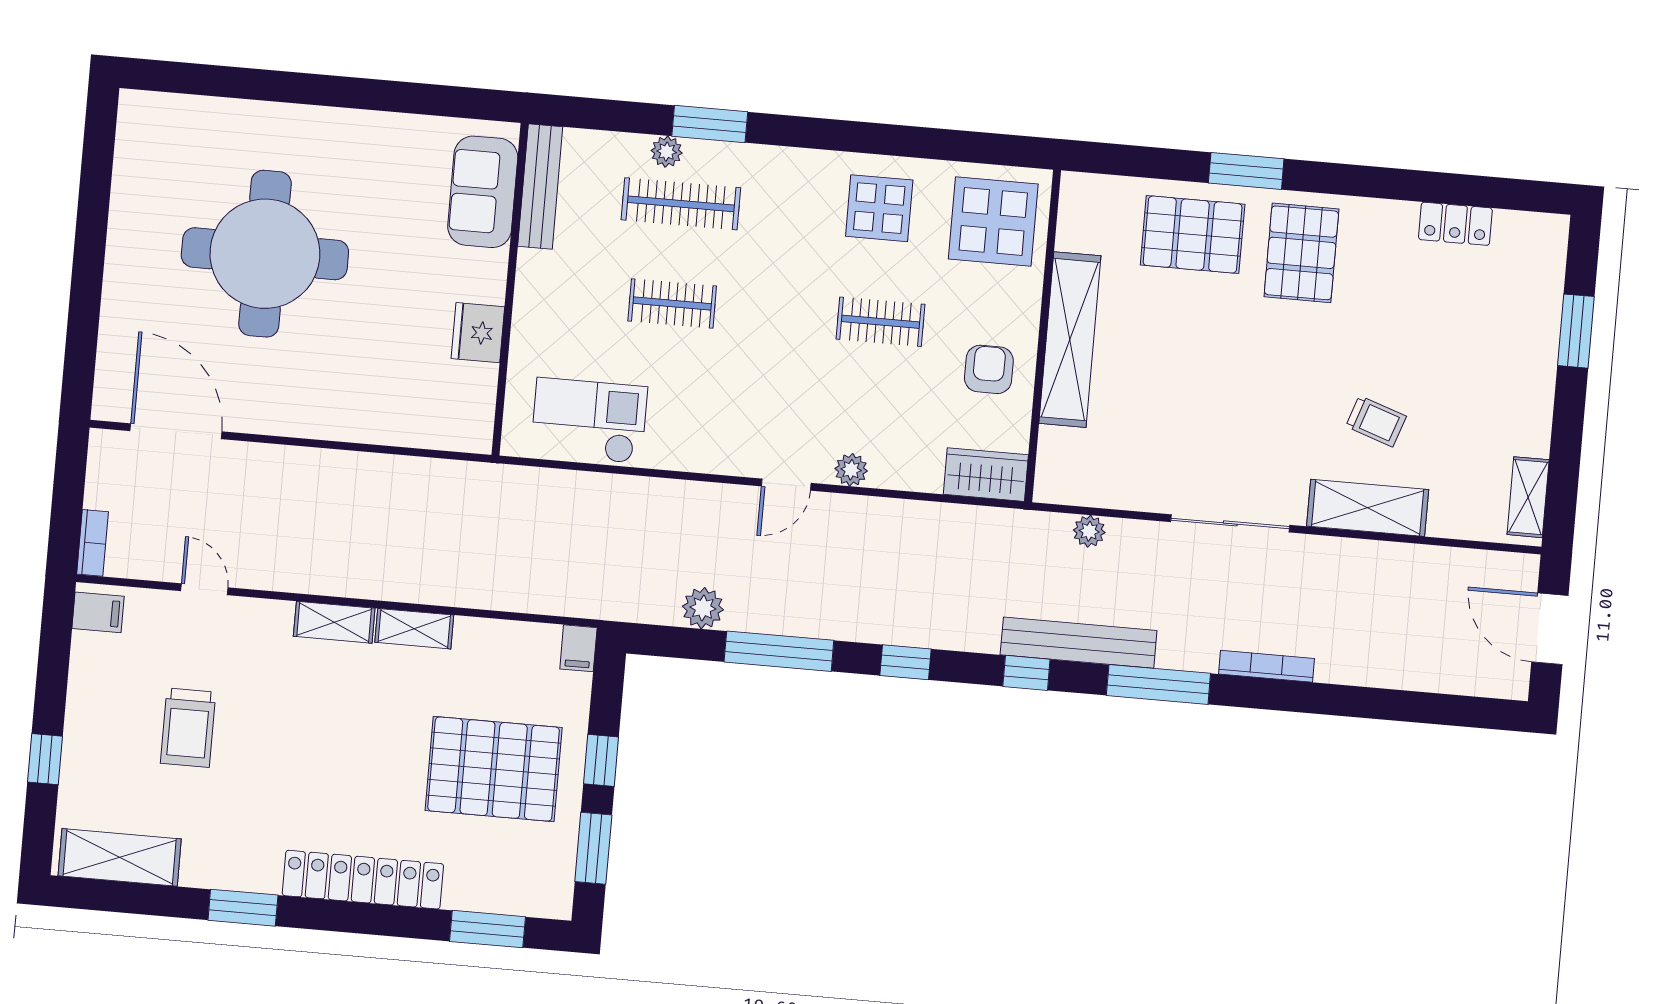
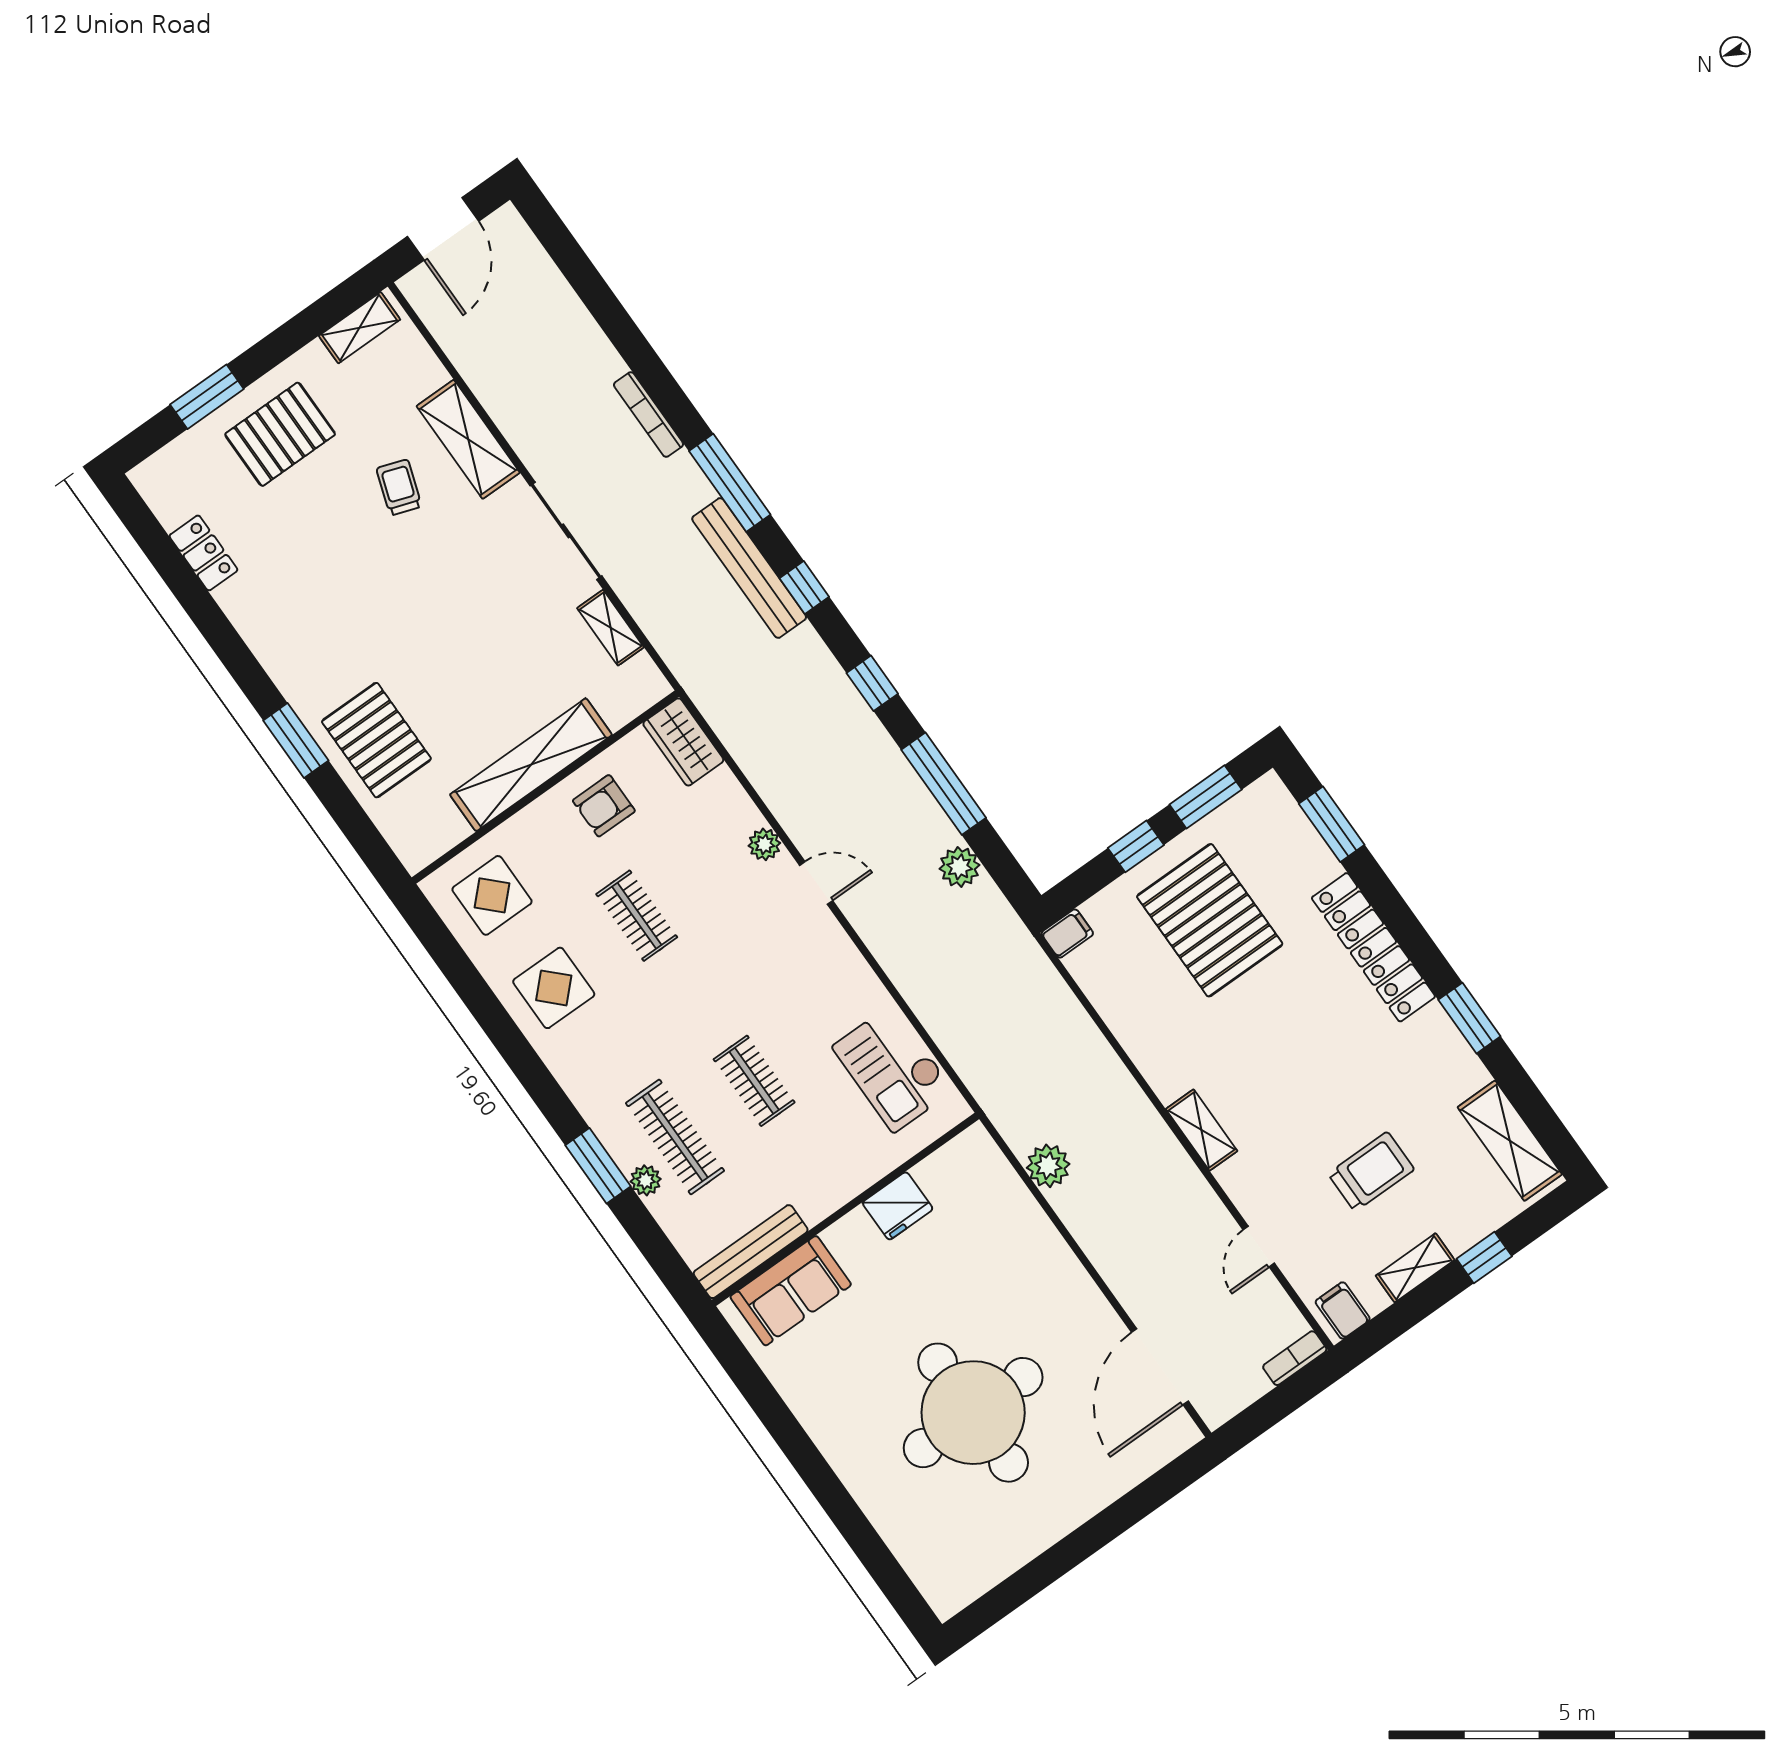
display table: (993, 222) -> (492, 895), width x0.73, depth x0.73
pallet: (1301, 253) -> (280, 434), moved
shelving: (1124, 494) -> (611, 628), added
plant: (1089, 531) -> (1048, 1166), moved, width x1.38, depth x1.38
shelving: (414, 629) -> (1415, 1268), moved, turned 90

